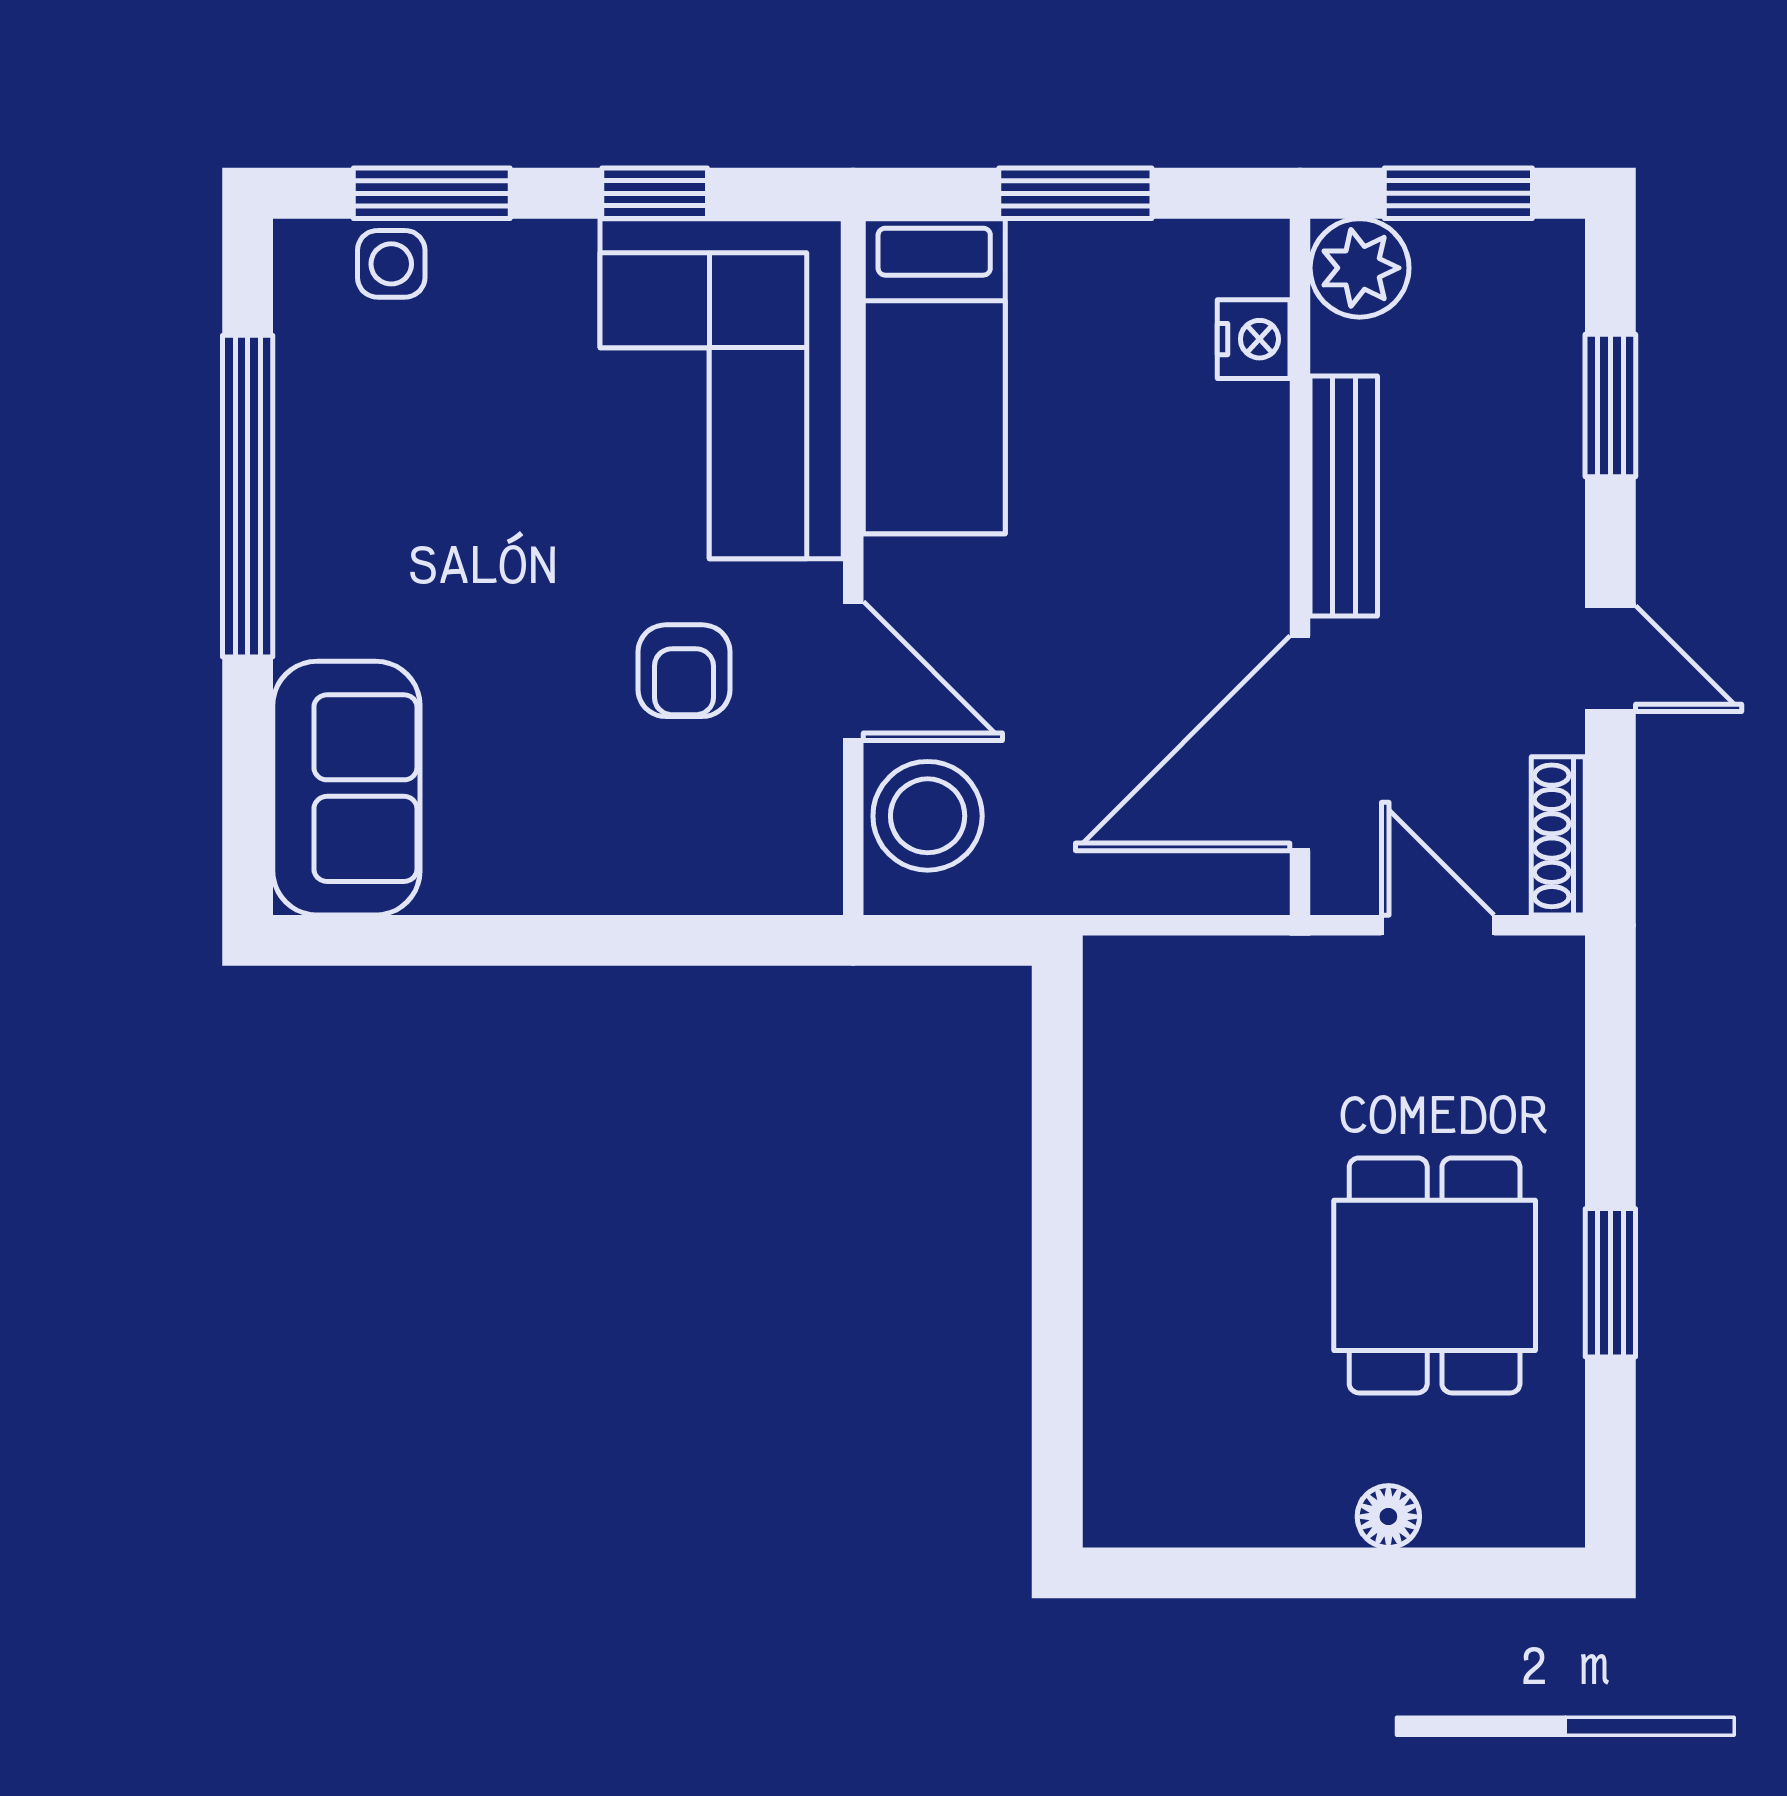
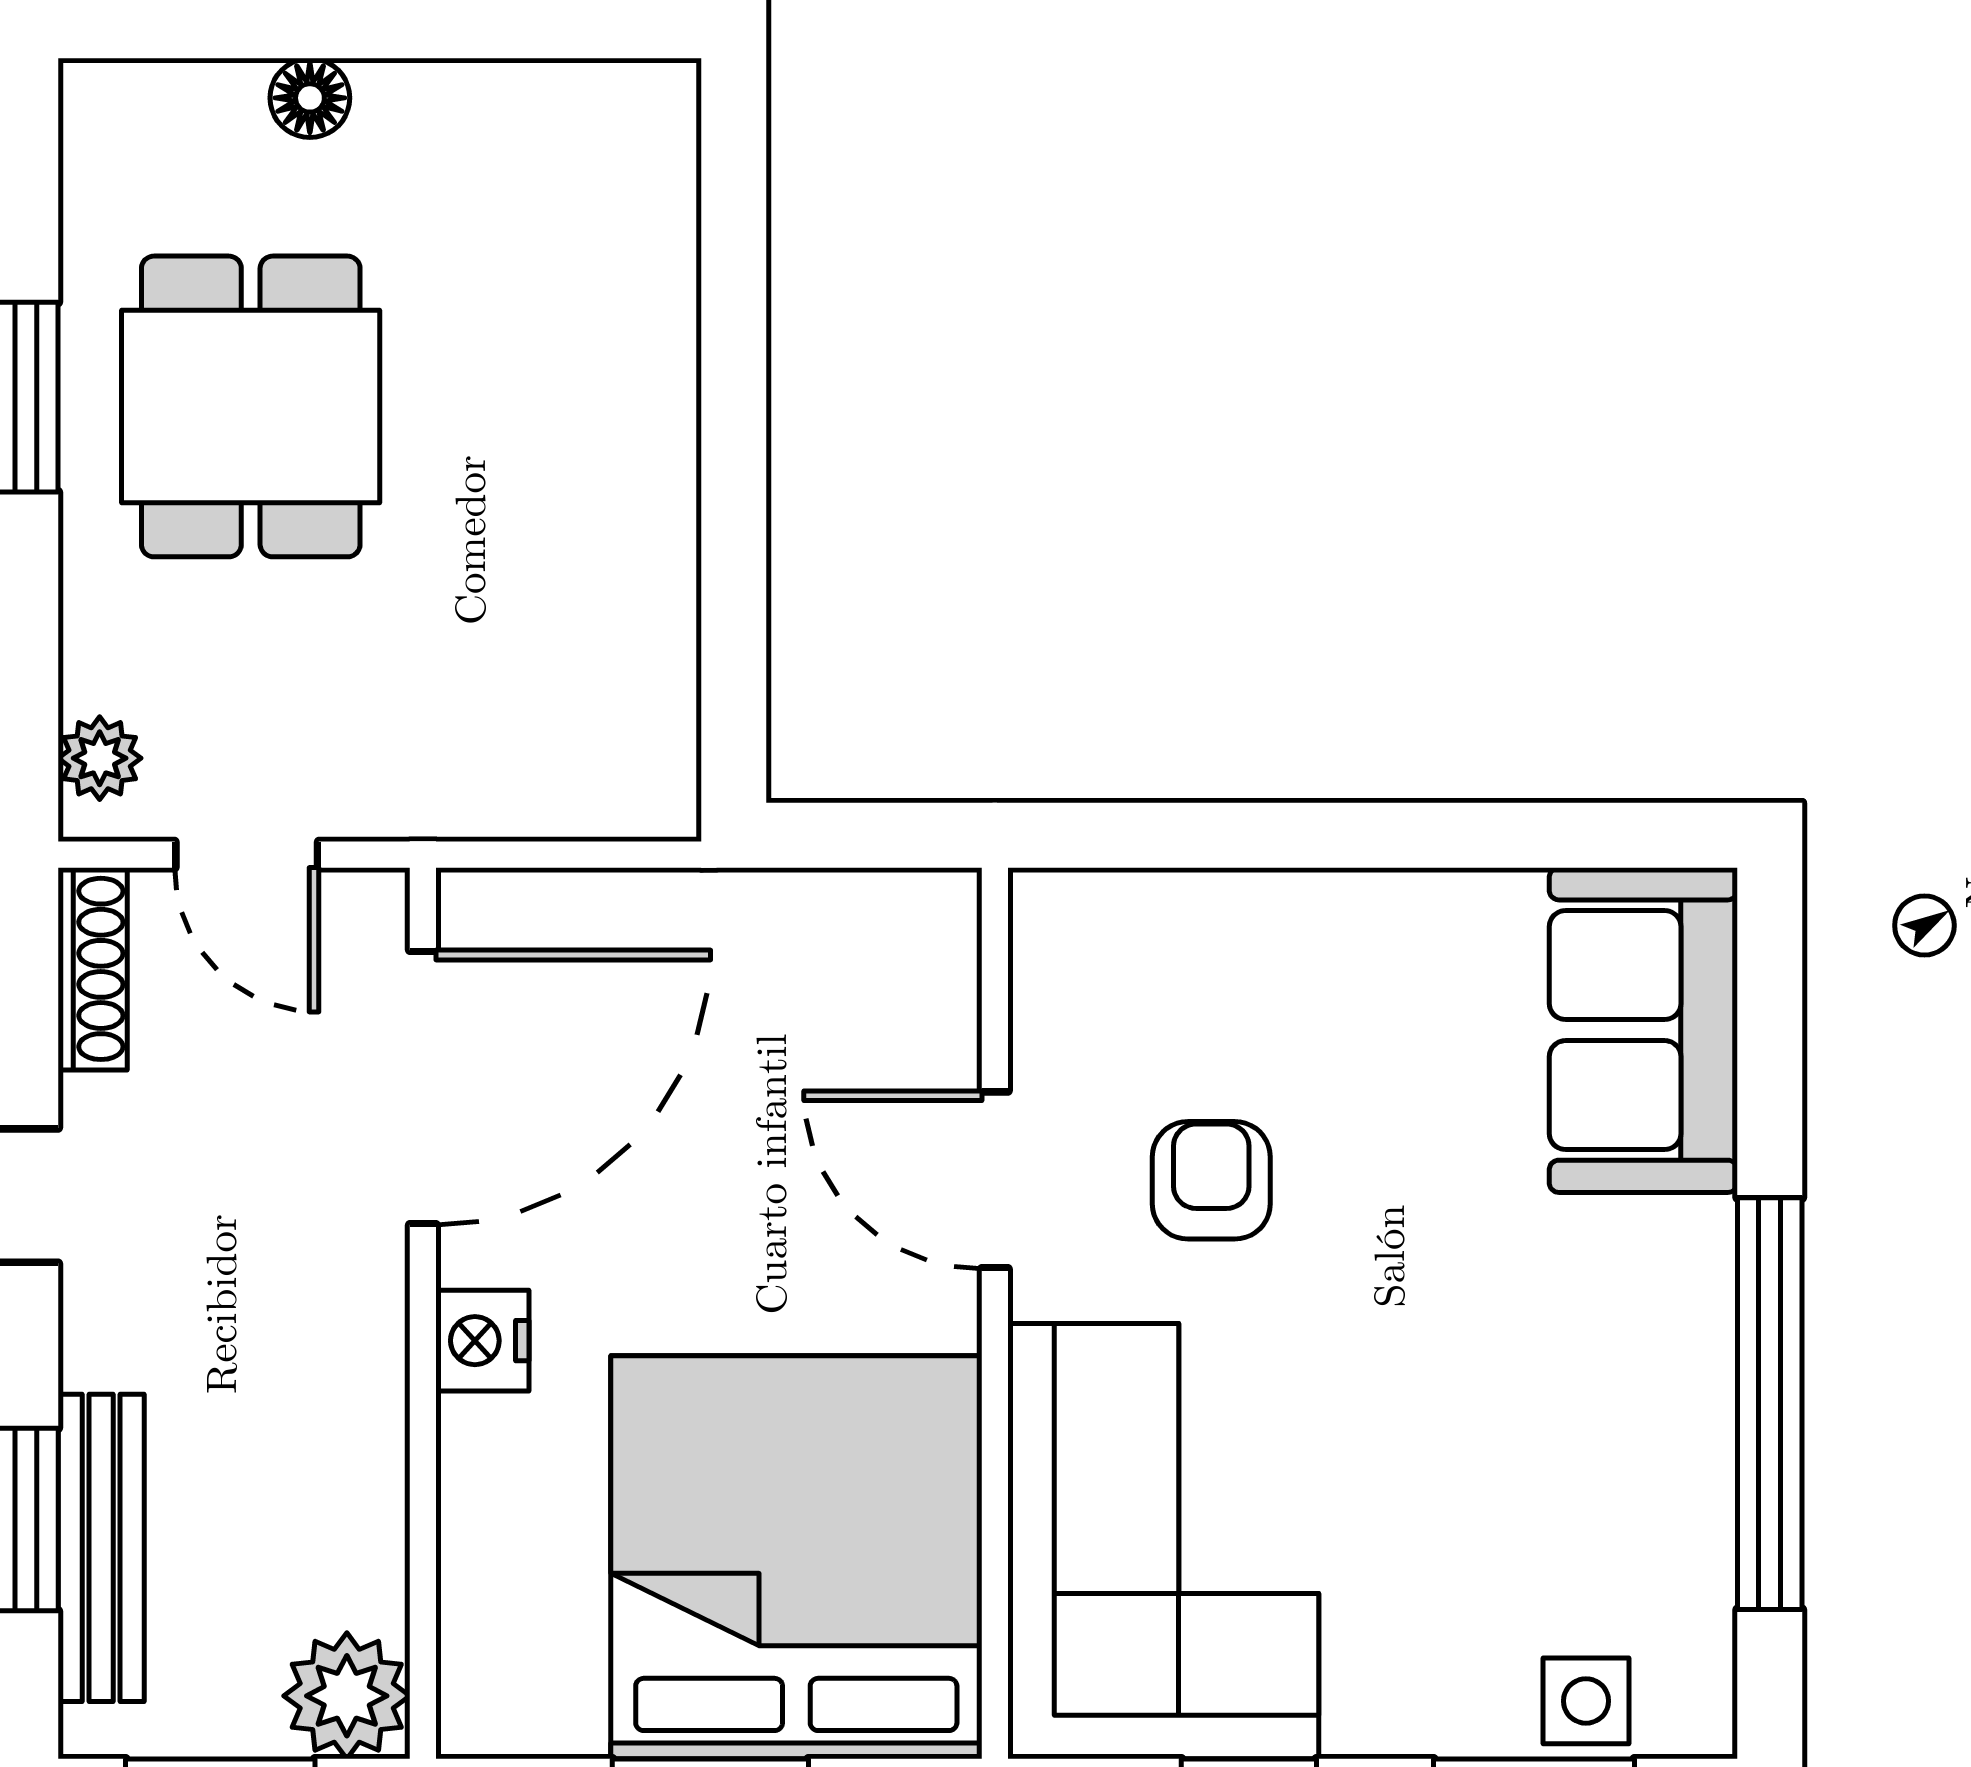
nightstand: (1254, 339) -> (482, 1341), moved
bed: (934, 376) -> (796, 1557), width x2.04
bench: (1344, 496) -> (101, 1548), moved
stool: (928, 816) -> (900, 995), removed
plant: (1553, 1001) -> (100, 758), added

